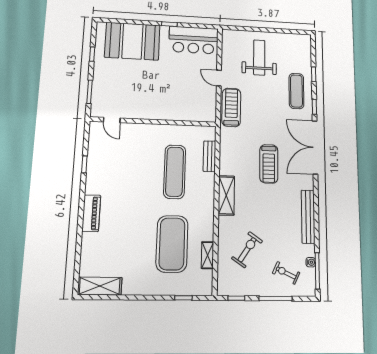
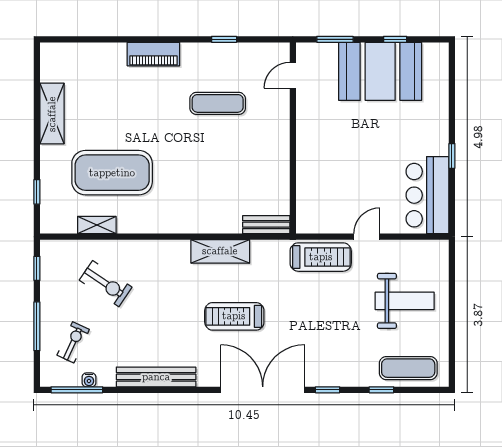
booth: (132, 41) -> (380, 71), moved, turned 90
exercise mat: (296, 91) -> (408, 368), moved
bench: (209, 156) -> (266, 225), moved
exercise mat: (175, 172) -> (218, 103), moved, width x0.73, depth x0.69
shelving: (226, 195) -> (220, 251), moved
shelving: (100, 286) -> (52, 114), moved

